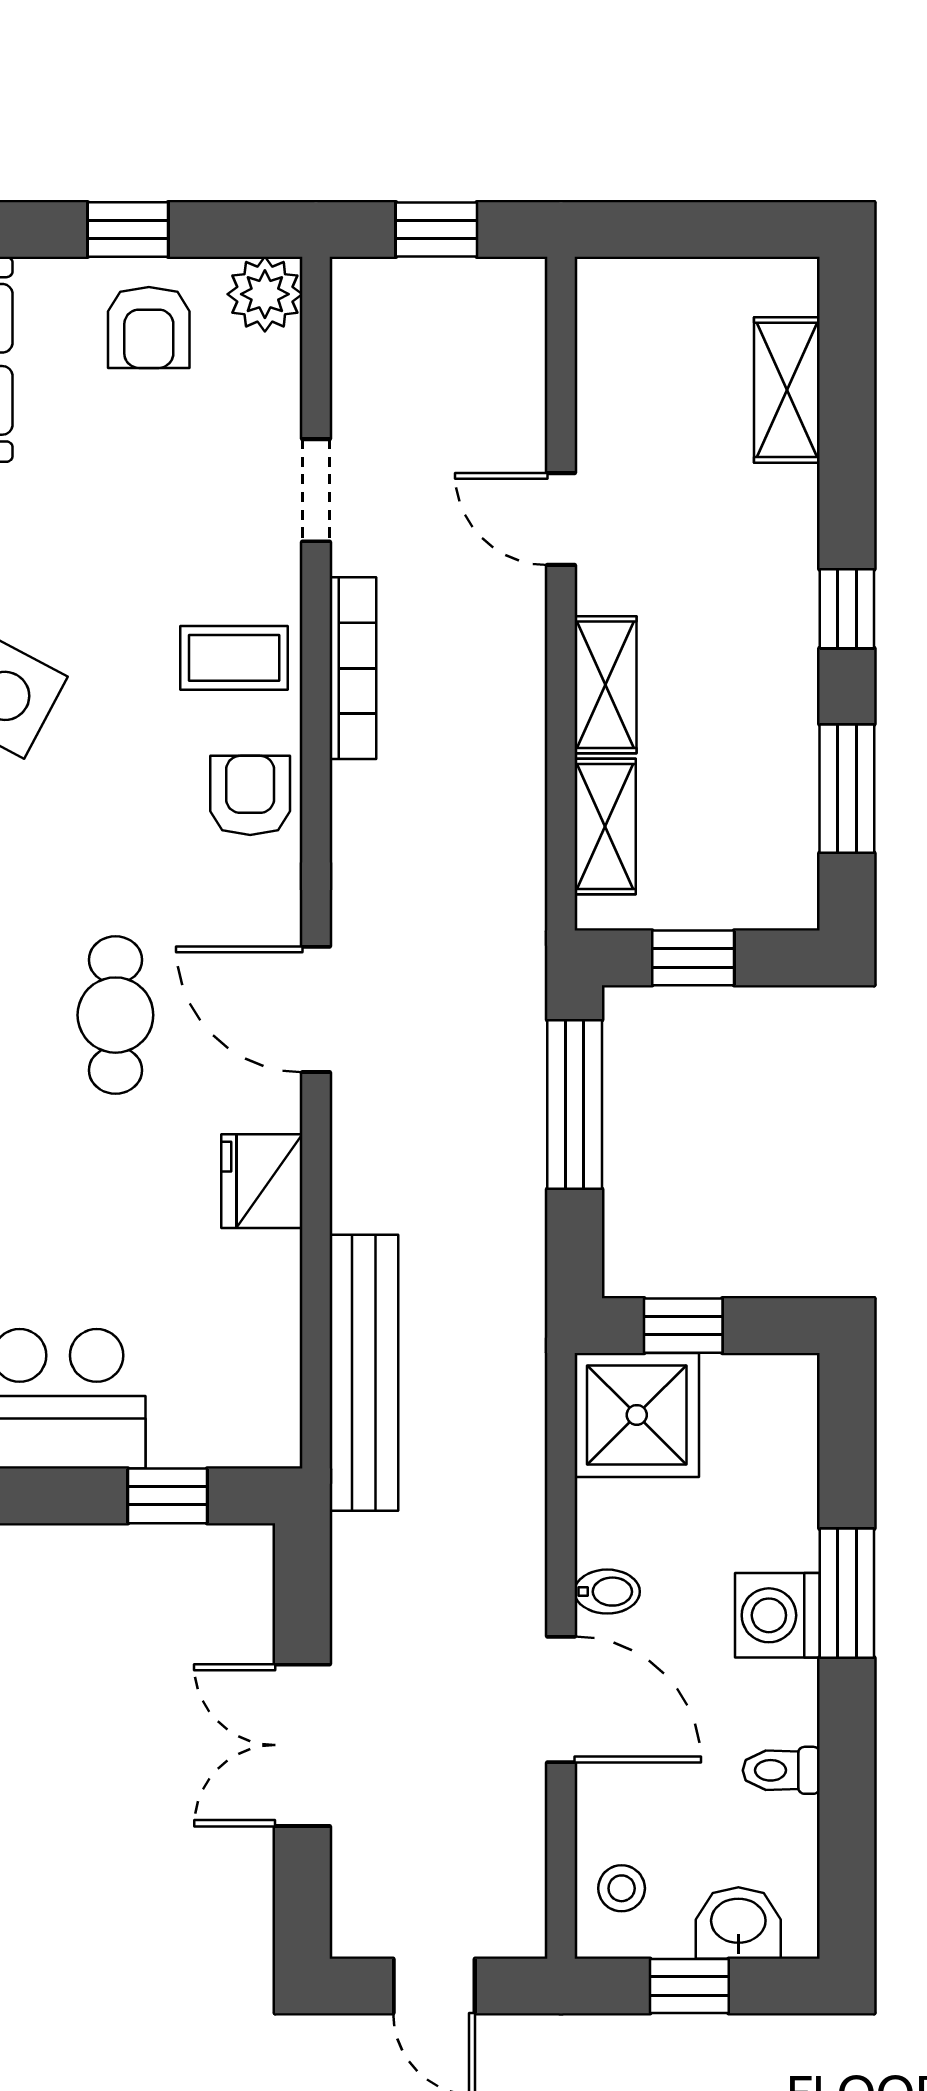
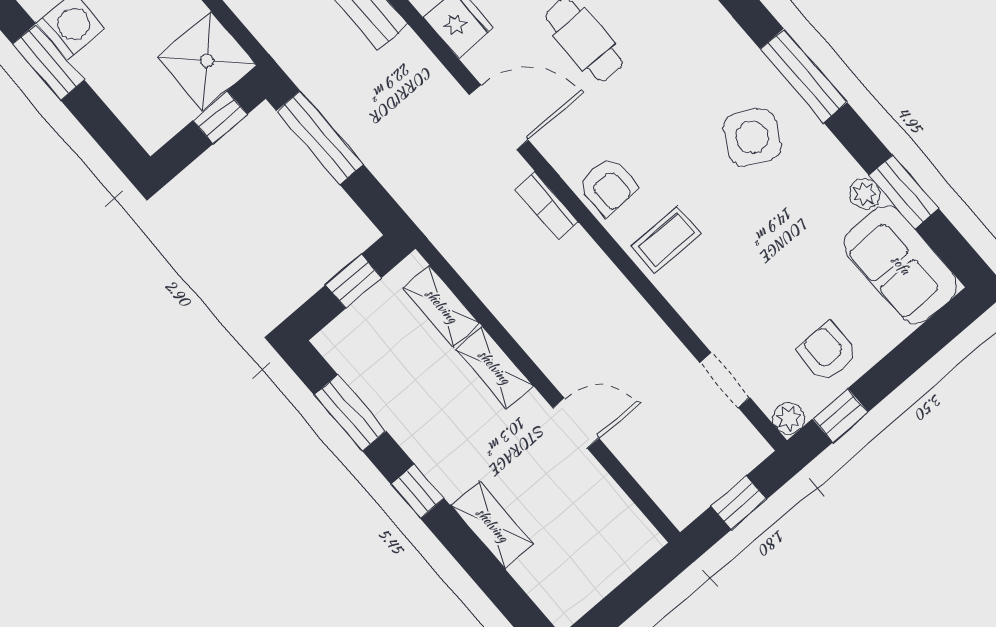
window: (128, 230) -> (840, 415), moved
plant: (265, 294) -> (789, 418), width x0.73, depth x0.73
shelving: (787, 390) -> (492, 525), moved
doorway: (316, 490) -> (725, 380), moved
bookcase: (353, 668) -> (547, 206), moved, width x0.64
window: (575, 1105) -> (320, 138), moved

